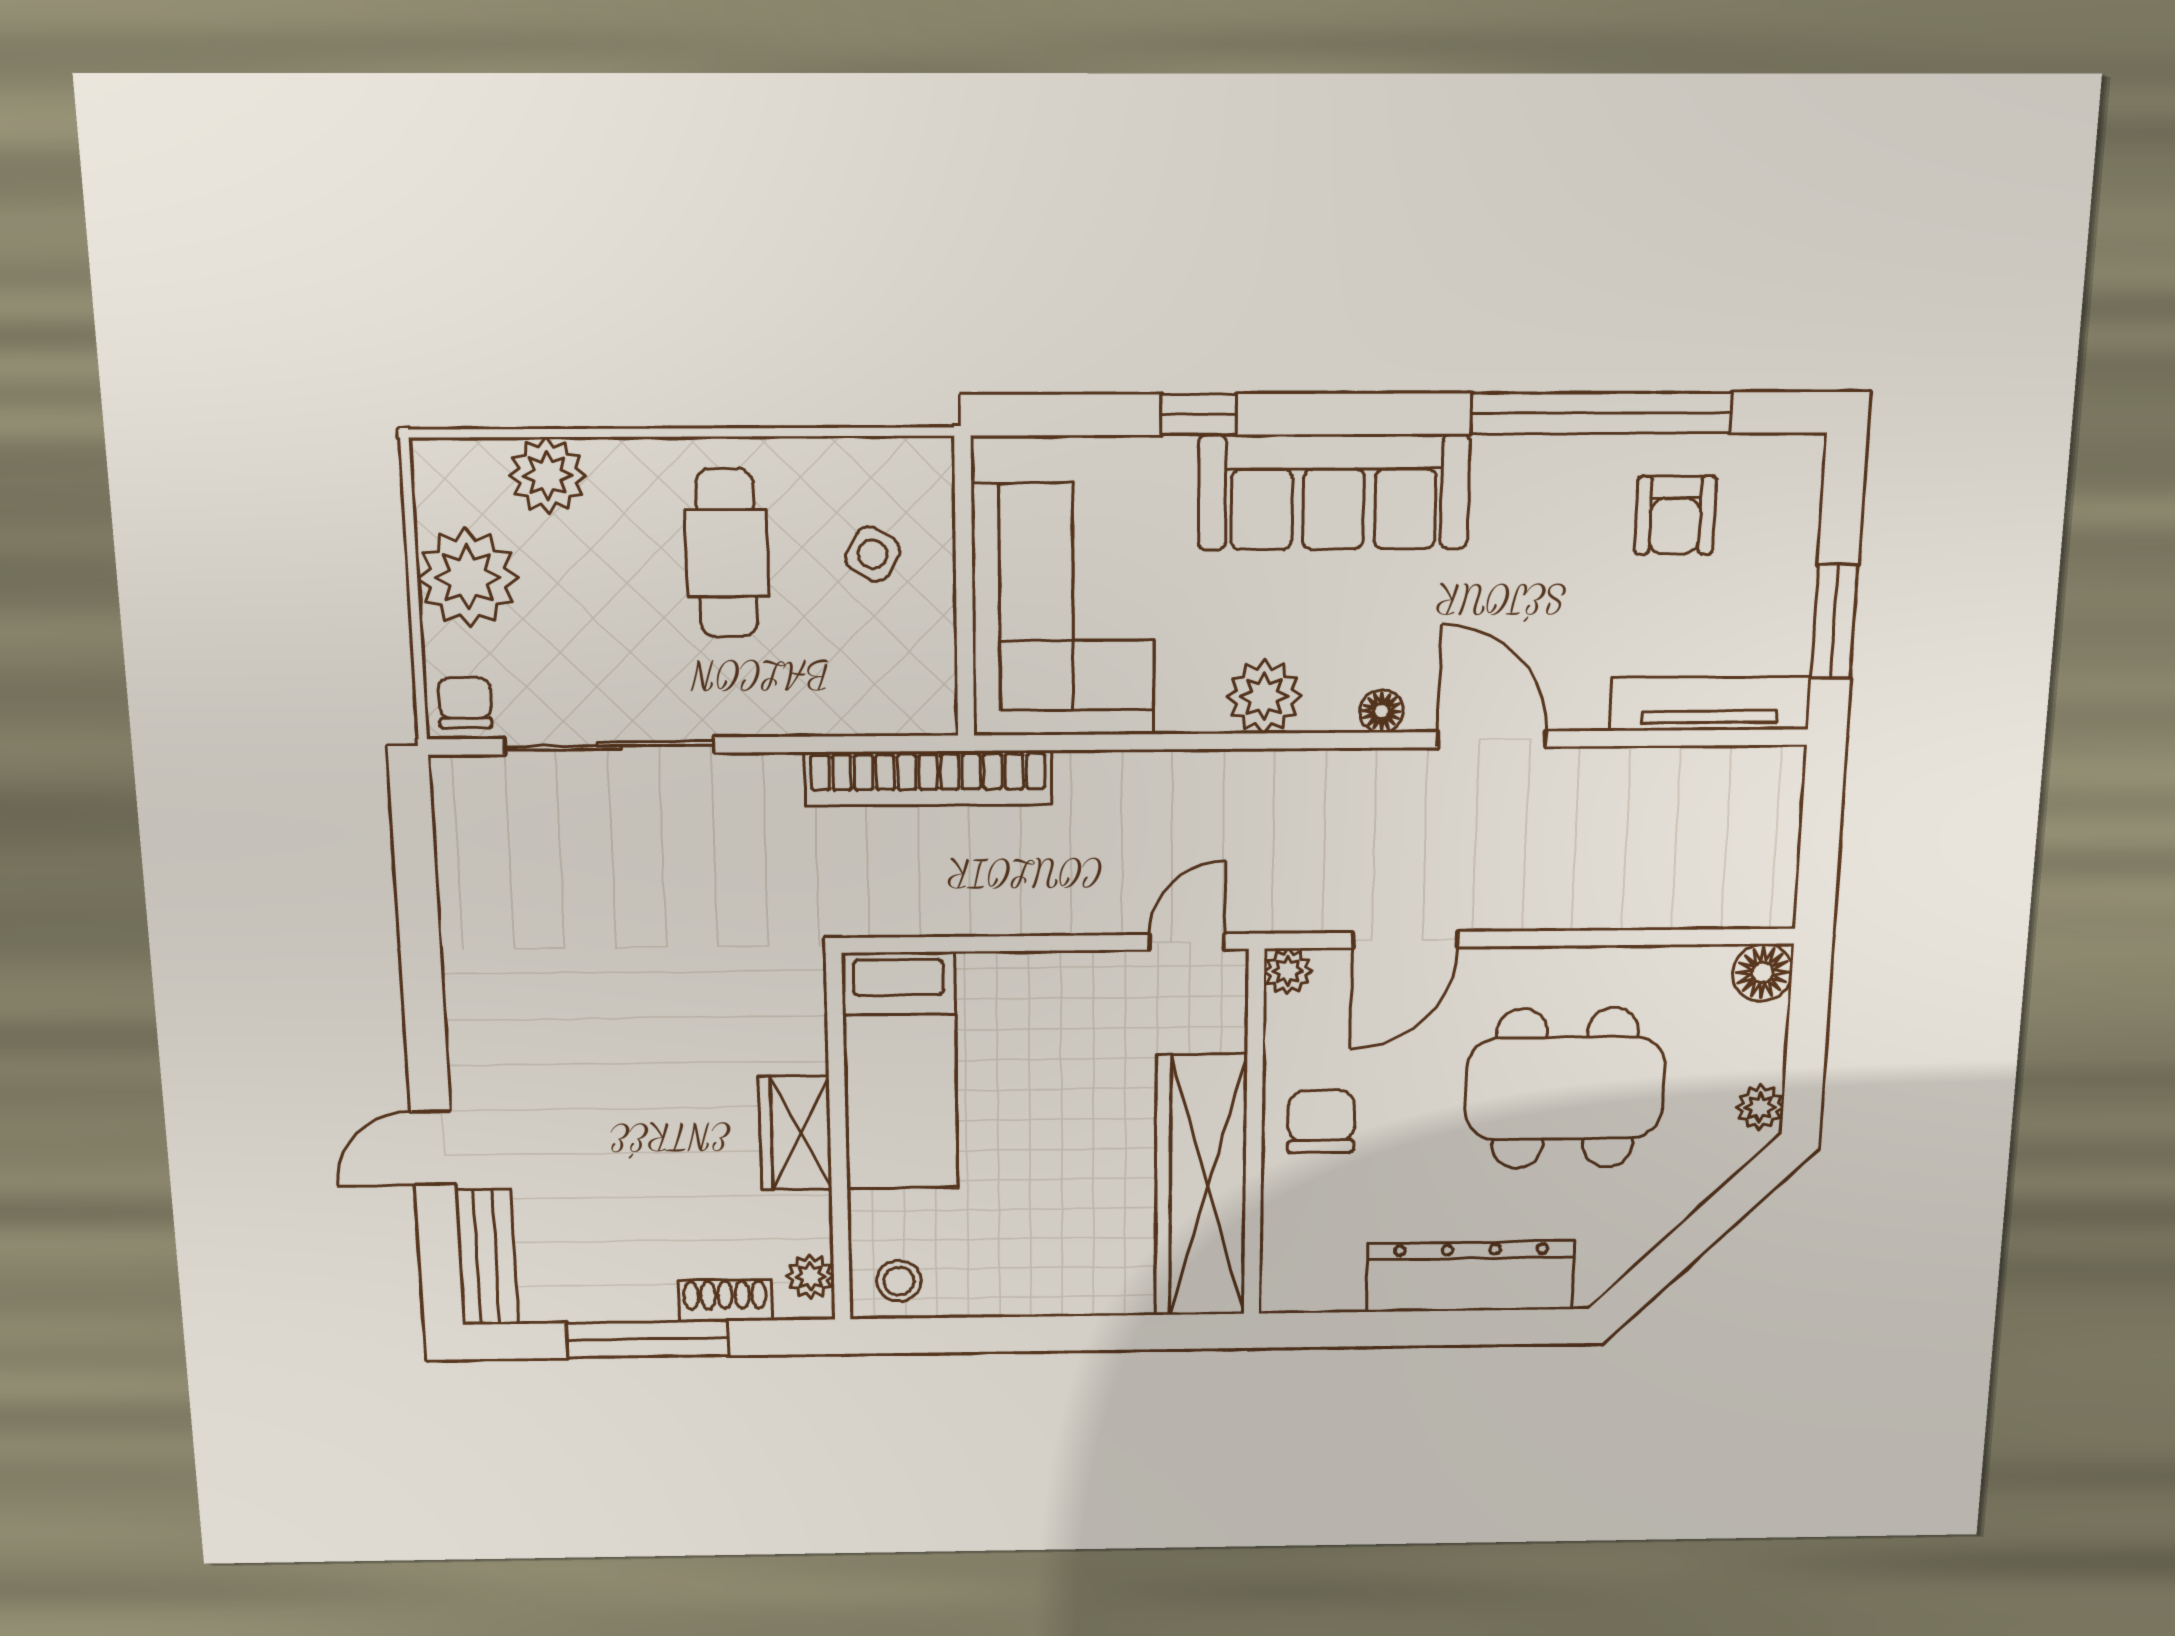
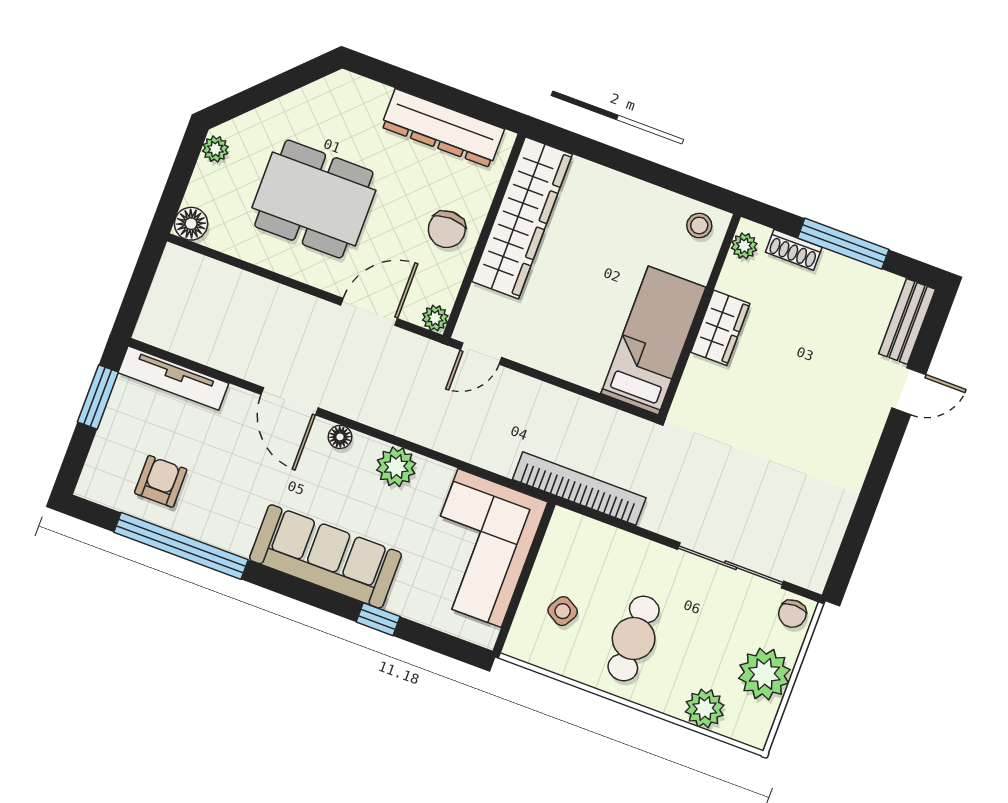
dresser: (1470, 1276) -> (443, 128), moved

